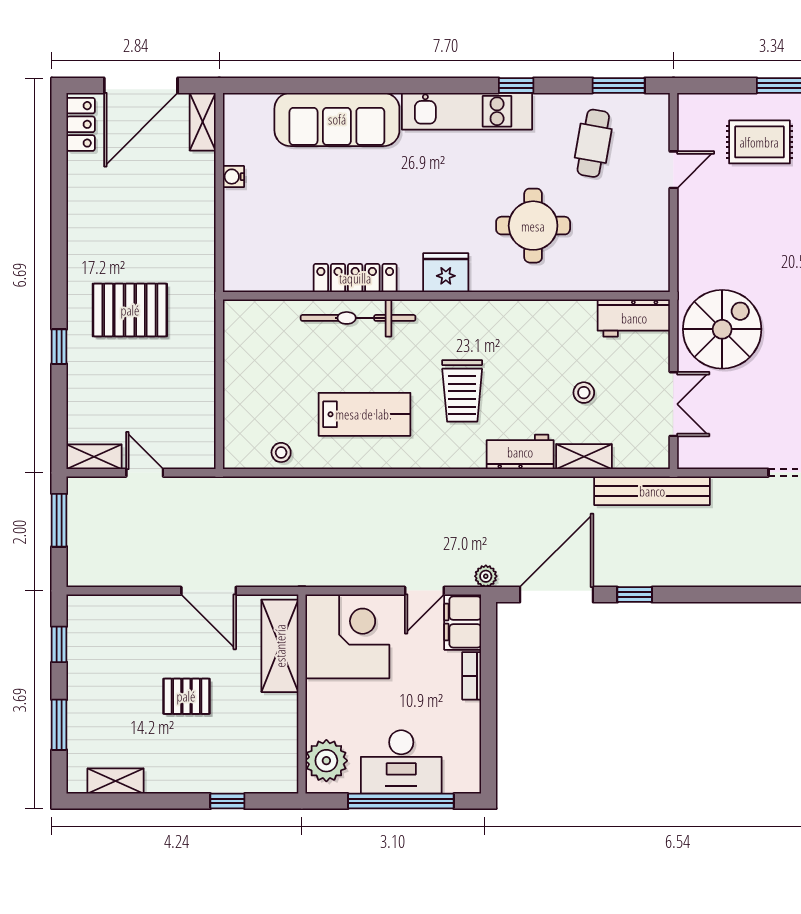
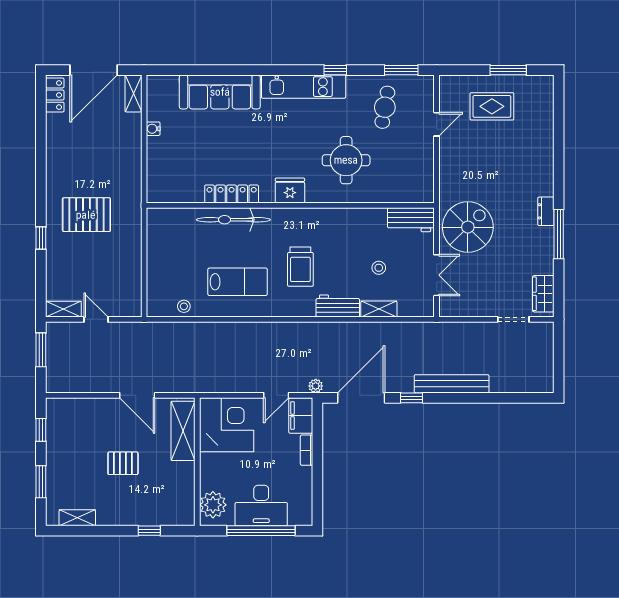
bench: (652, 491) -> (452, 384), moved

